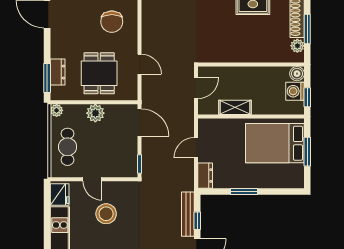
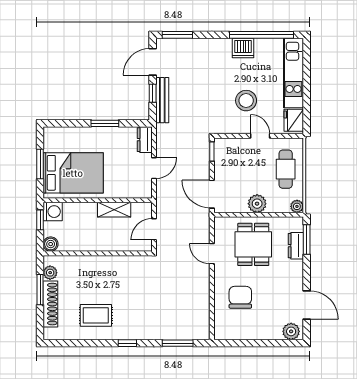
washing machine: (295, 91) -> (53, 212), moved

